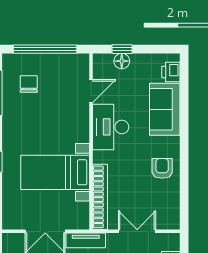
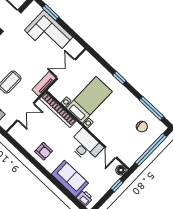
floor lamp: (122, 61) -> (121, 170), moved

